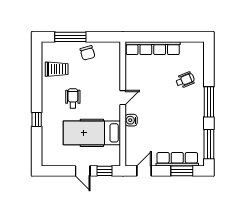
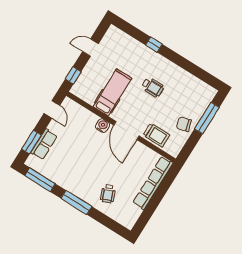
trolley: (57, 69) -> (156, 135), moved, turned -90
door: (123, 98) -> (126, 131), width x1.87
hospital bed: (92, 133) -> (112, 92), width x0.73, depth x0.78
row of seats: (177, 159) -> (44, 144), width x0.68
door: (83, 171) -> (90, 48), moved

